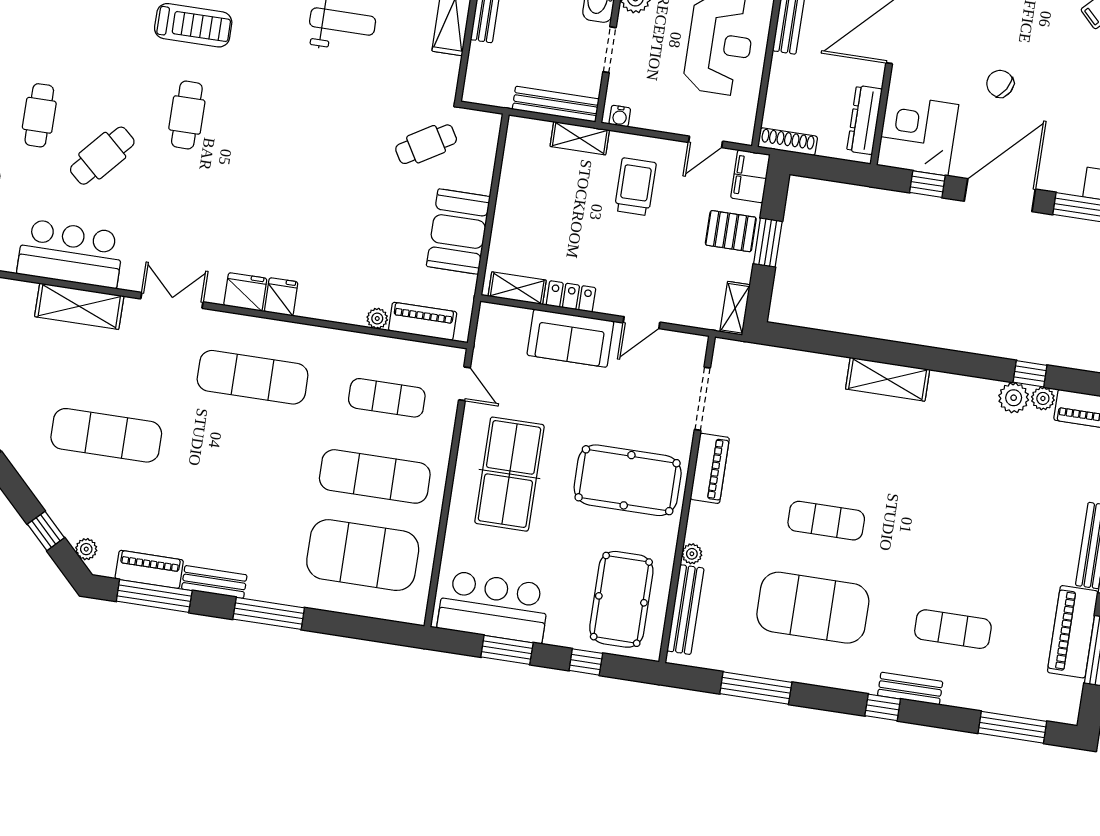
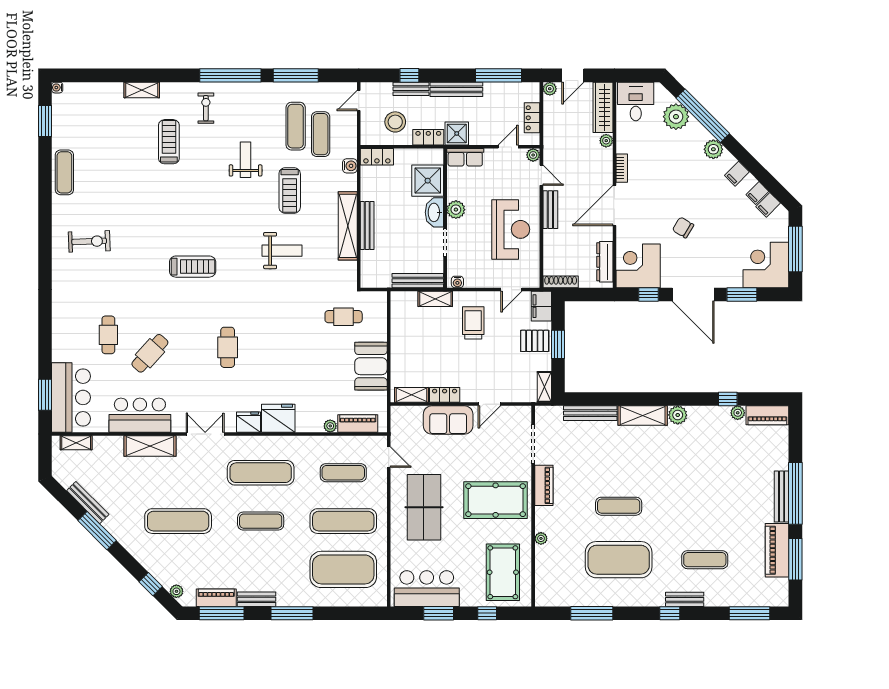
cafe table: (187, 115) -> (228, 347), moved
cafe table: (426, 144) -> (344, 317), turned 31
door: (1000, 195) -> (693, 294), swing flipped
fridge: (281, 297) -> (278, 418), width x1.88, depth x1.34
plant: (1014, 398) -> (678, 415), moved
exercise mat: (241, 456) -> (261, 521), added
bench: (685, 610) -> (590, 413), moved, turned 90

